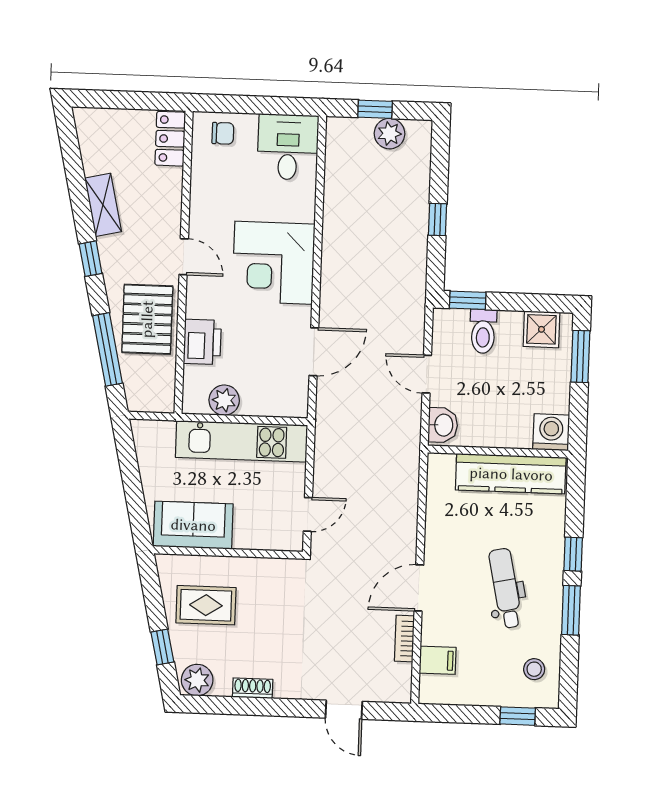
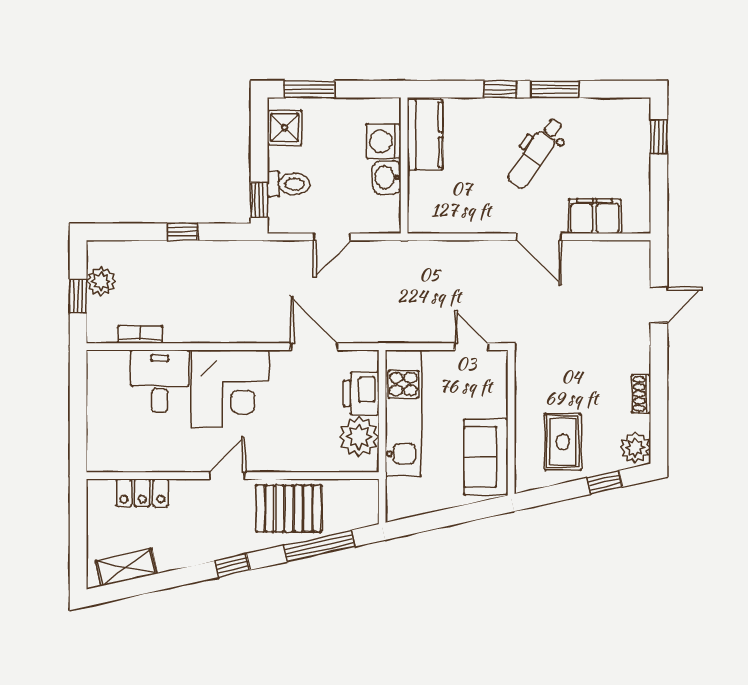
chair: (223, 133) -> (107, 442), removed
locker: (170, 139) -> (142, 493), moved
desk: (288, 147) -> (160, 381), moved, turned 90
shelving: (103, 205) -> (126, 567), moved
printer: (202, 342) -> (361, 393), moved, turned -90
plant: (224, 400) -> (359, 437), width x1.36, depth x1.36
washbasin: (443, 425) -> (387, 177), moved, turned -90
washing machine: (551, 432) -> (384, 141), moved
kitchen counter: (511, 474) -> (425, 135), width x0.67
dental chair: (506, 588) -> (536, 153), turned -44
bookcase: (404, 639) -> (140, 334), moved, turned 180
filing cabinet: (438, 660) -> (595, 216), width x2.00
stool: (534, 669) -> (613, 123), removed

